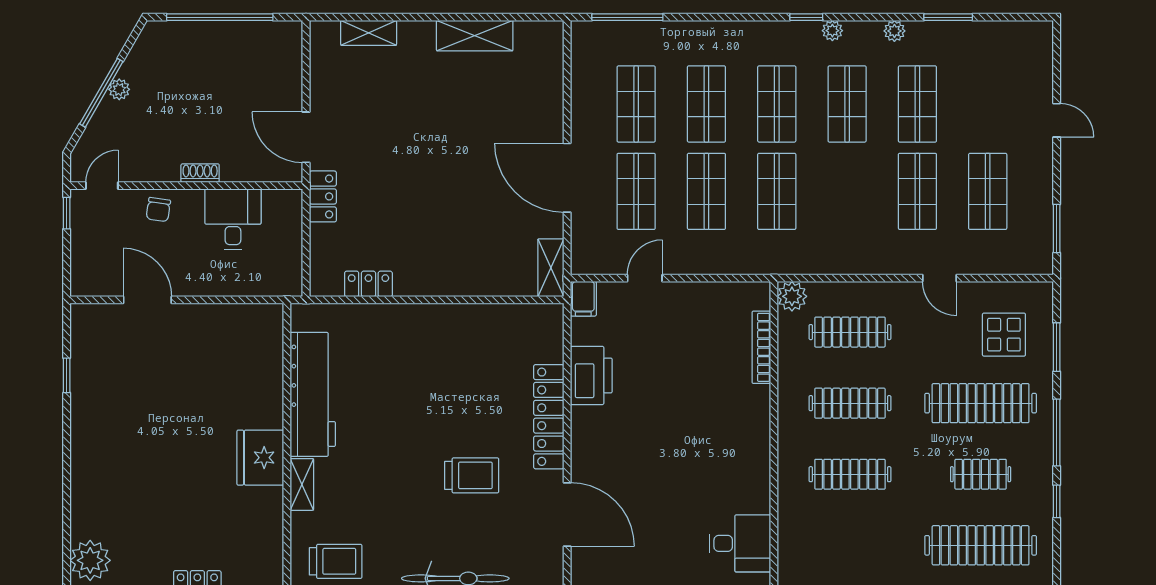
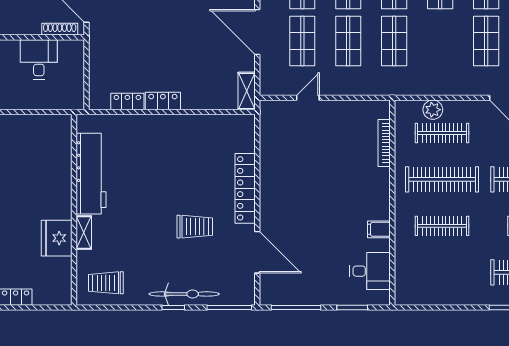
shoe rack: (200, 173) -> (60, 29), moved, width x1.43
locker: (323, 196) -> (163, 101), moved, turned -90
plant: (792, 296) -> (433, 110), moved
filing cabinet: (583, 299) -> (379, 229), moved, turned 90
printer: (591, 375) -> (273, 161), removed
clothes rail: (850, 403) -> (442, 179), width x1.37, depth x1.31
fridge: (260, 458) -> (57, 238), moved
trolley: (336, 561) -> (106, 283), turned 180

